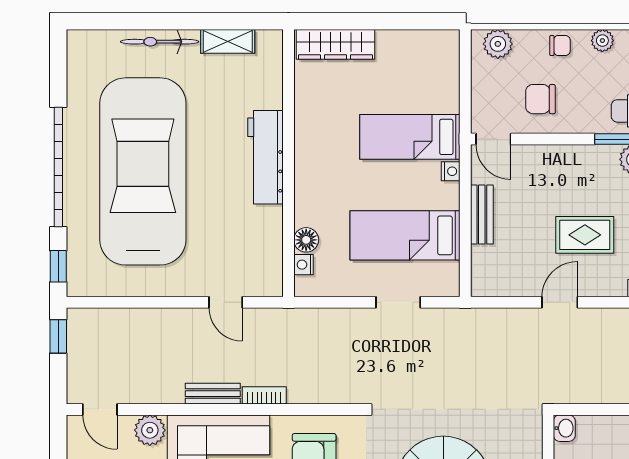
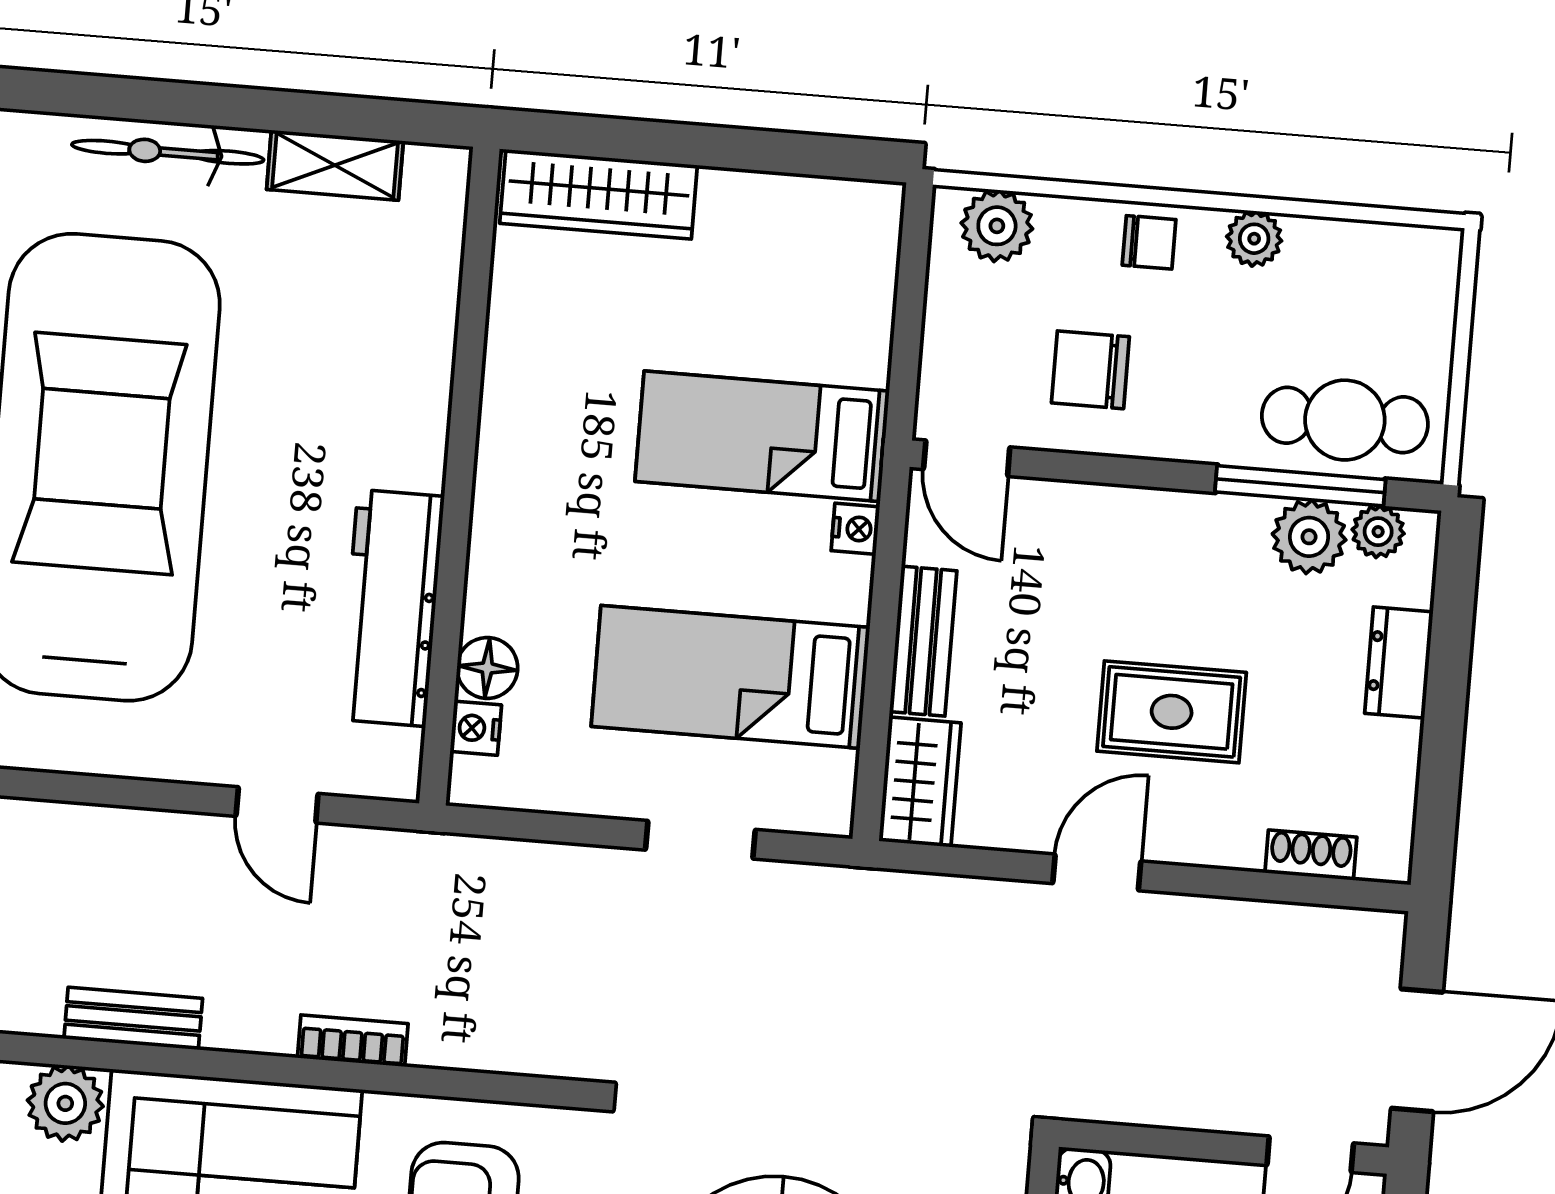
workbench: (266, 157) -> (392, 608), moved
wardrobe: (485, 272) -> (920, 782), added
bench: (213, 394) -> (133, 1018), moved

